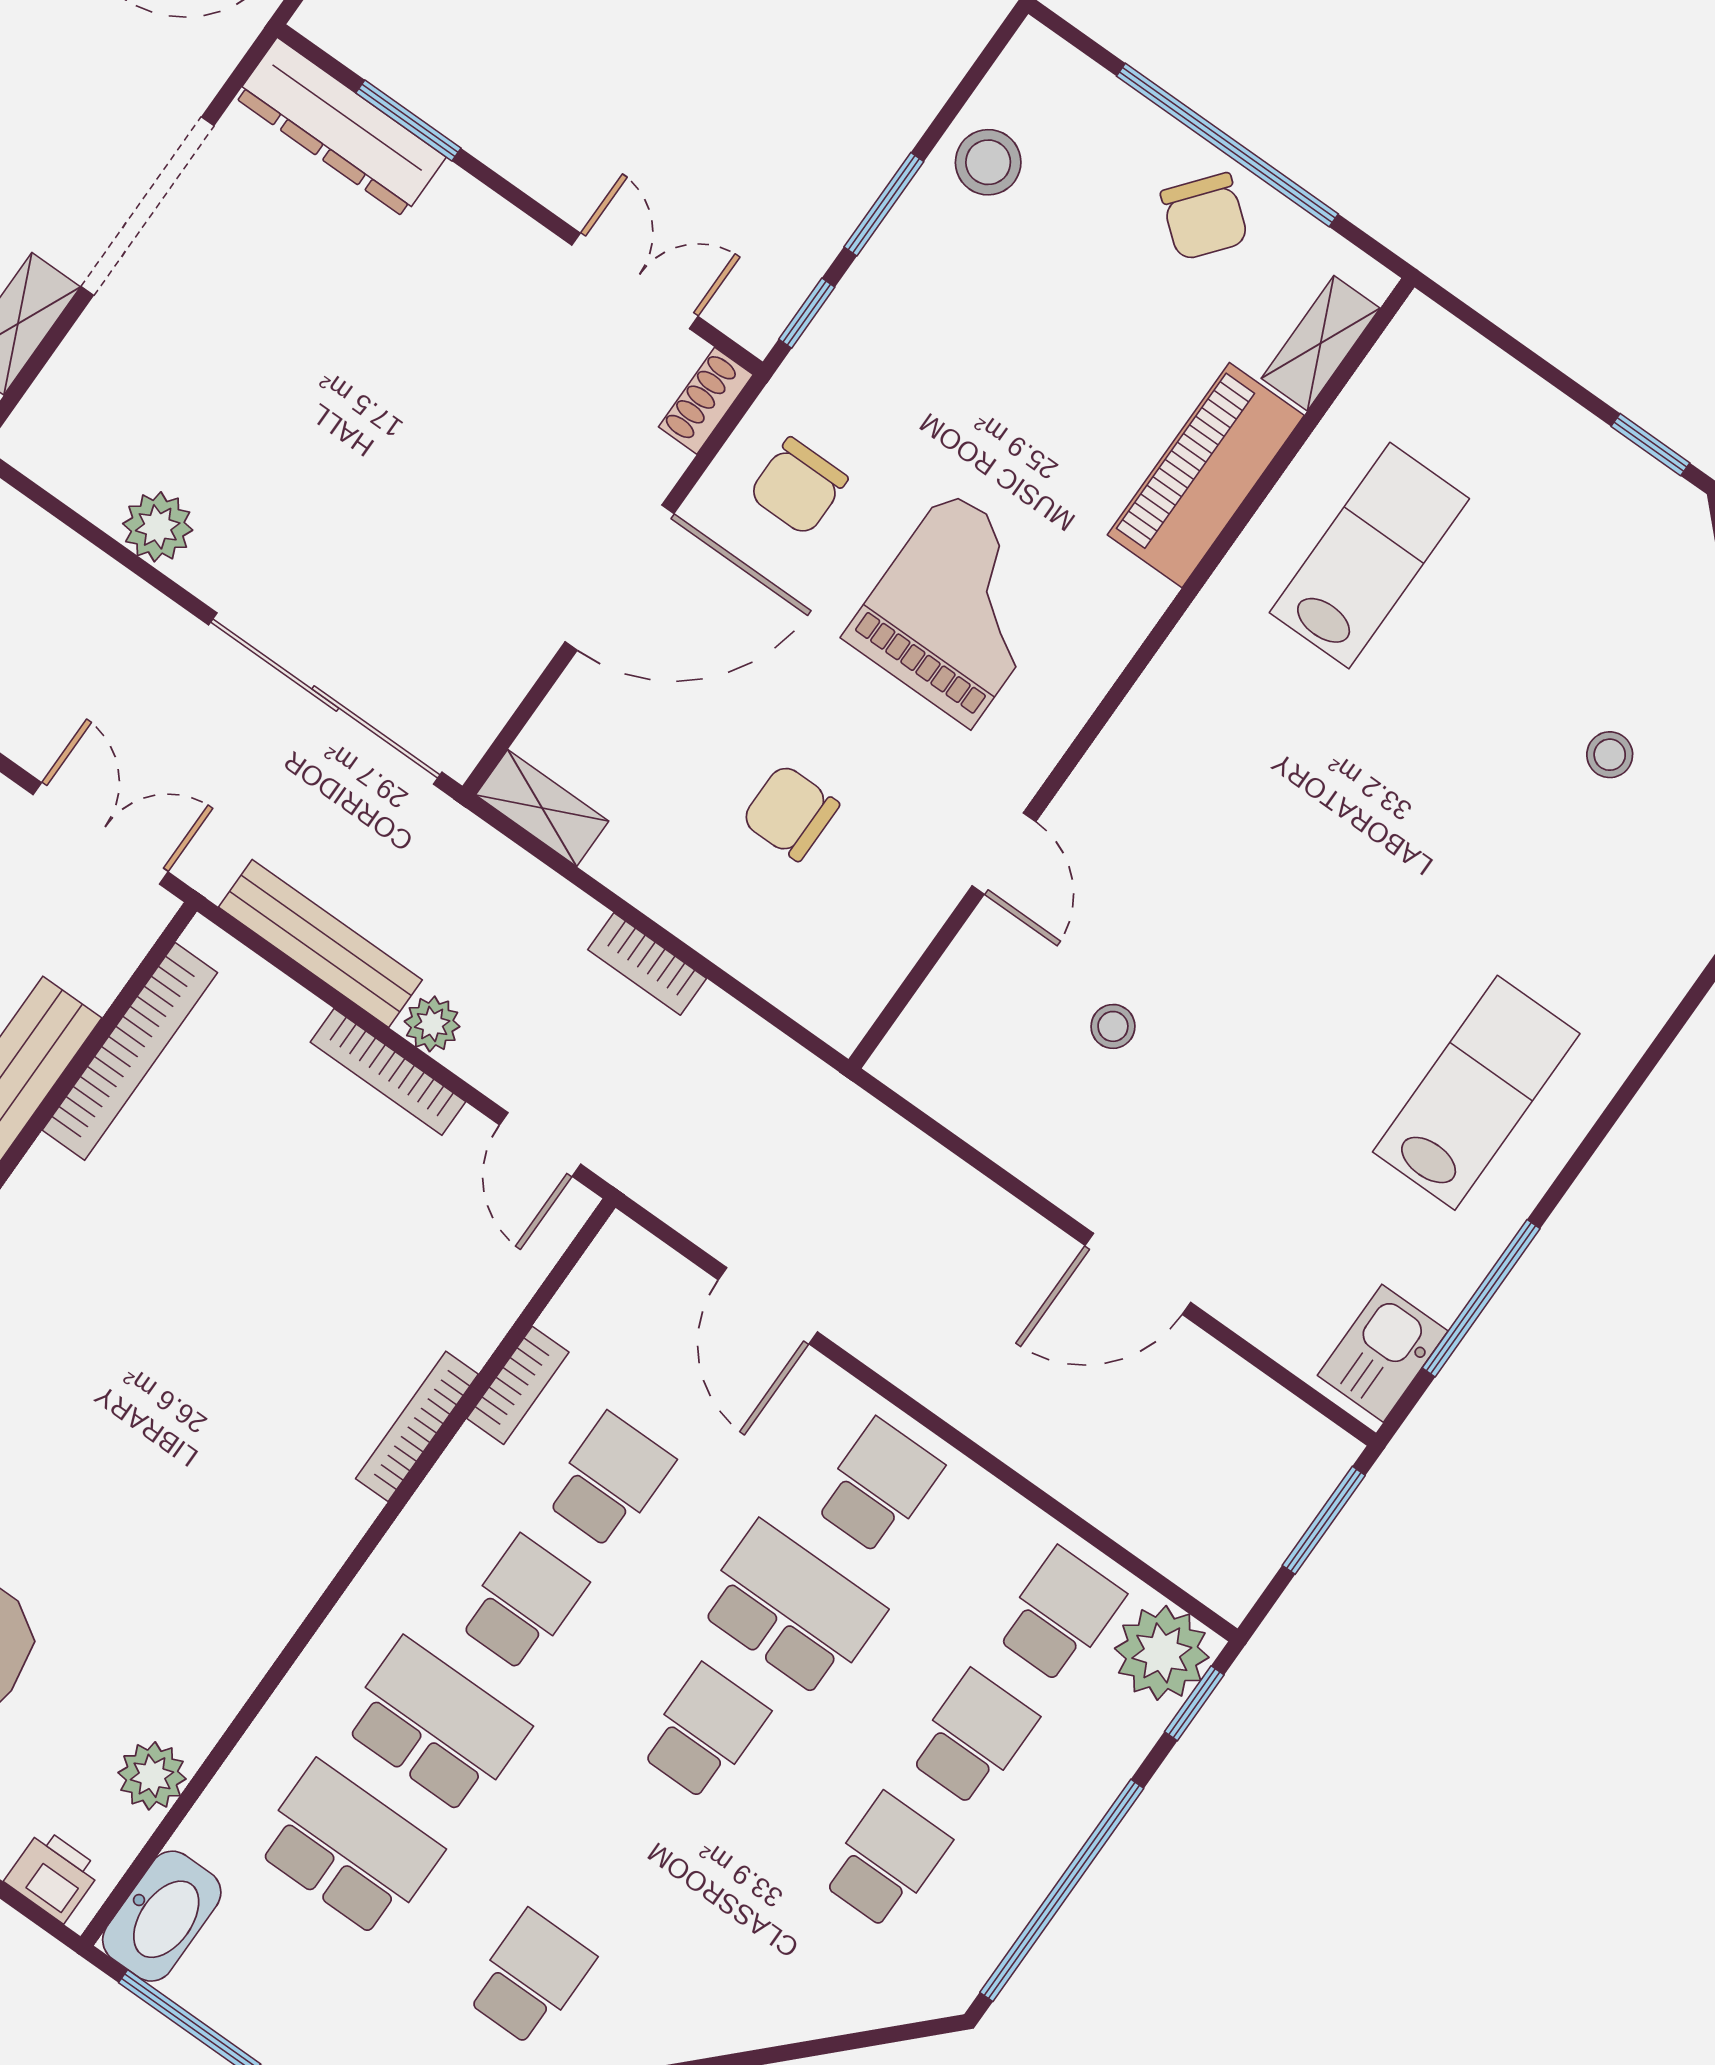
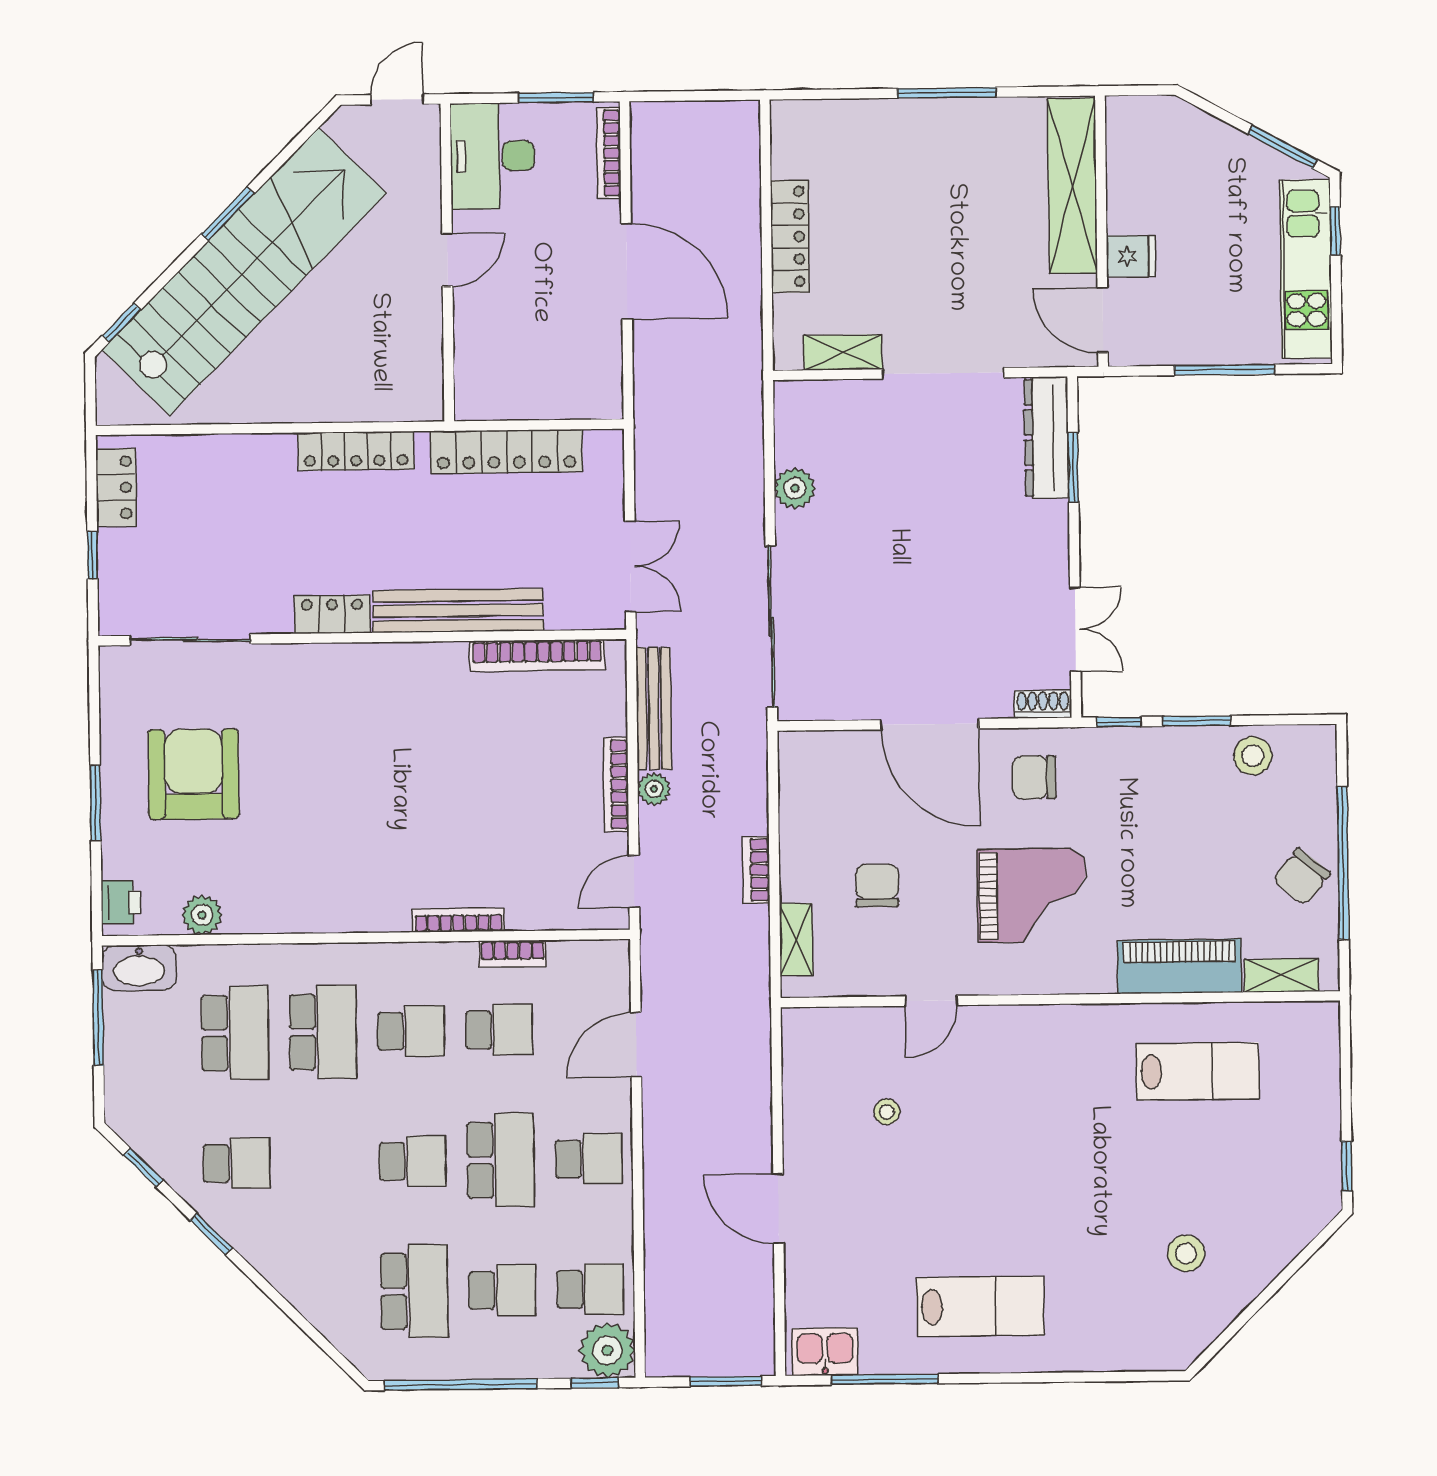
stool: (1610, 755) -> (1186, 1253), width x1.37, depth x1.37
shelving: (542, 808) -> (796, 939), moved
school desk: (886, 1861) -> (414, 1291), width x1.85

